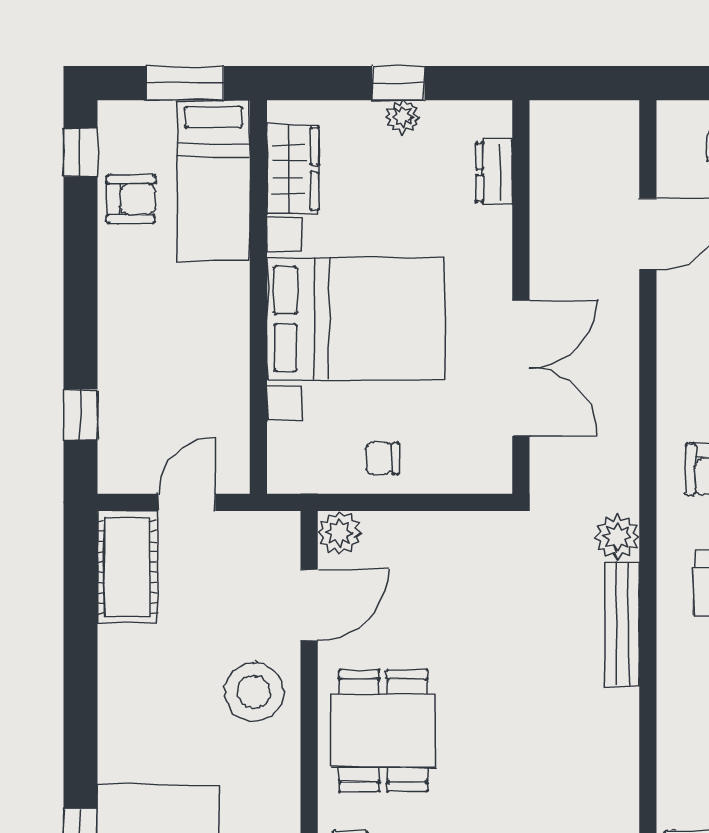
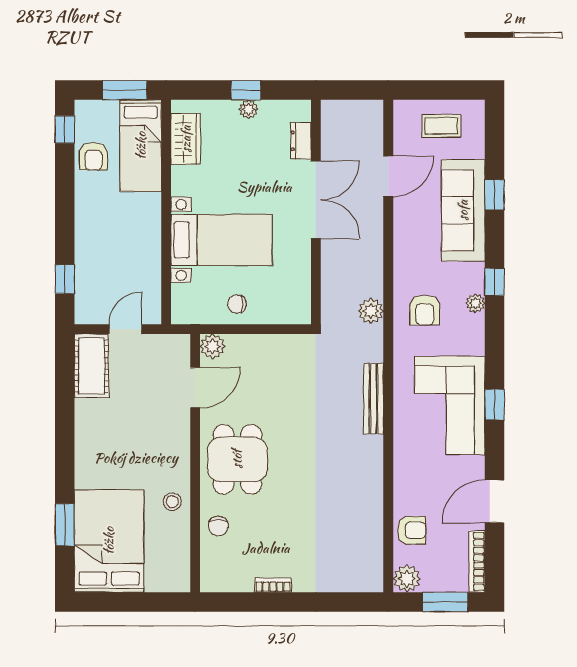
armchair: (131, 199) -> (94, 156), turned 90
bed with nightstands: (355, 319) -> (222, 240), width x0.73
double door: (521, 368) -> (316, 200), moved
plant: (617, 537) -> (371, 311), moved
stool: (254, 692) -> (172, 502), moved, width x0.53, depth x0.53

